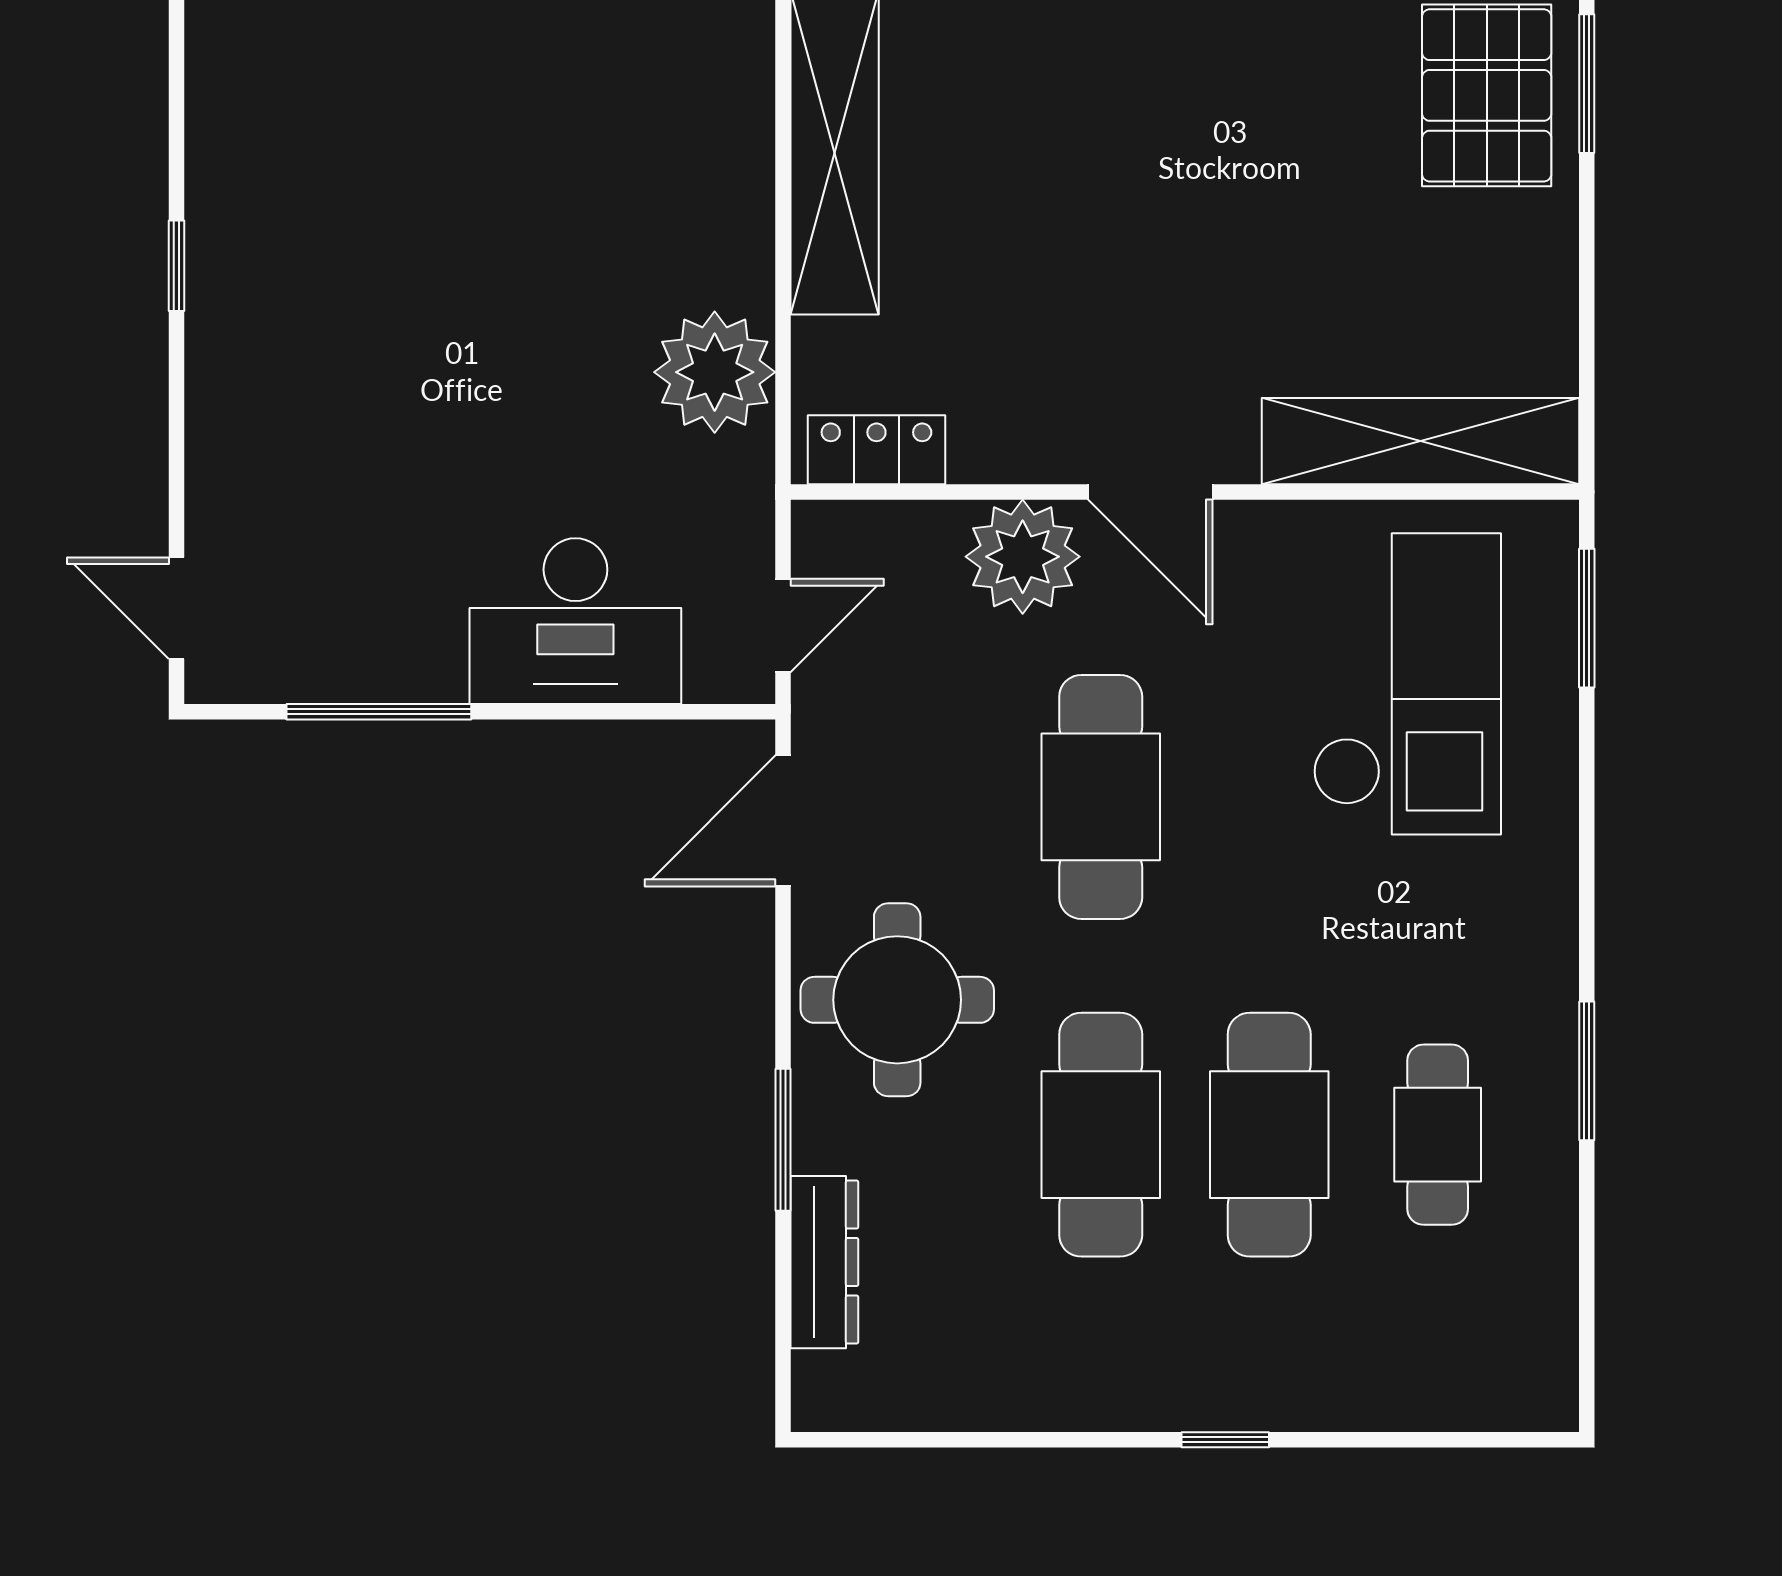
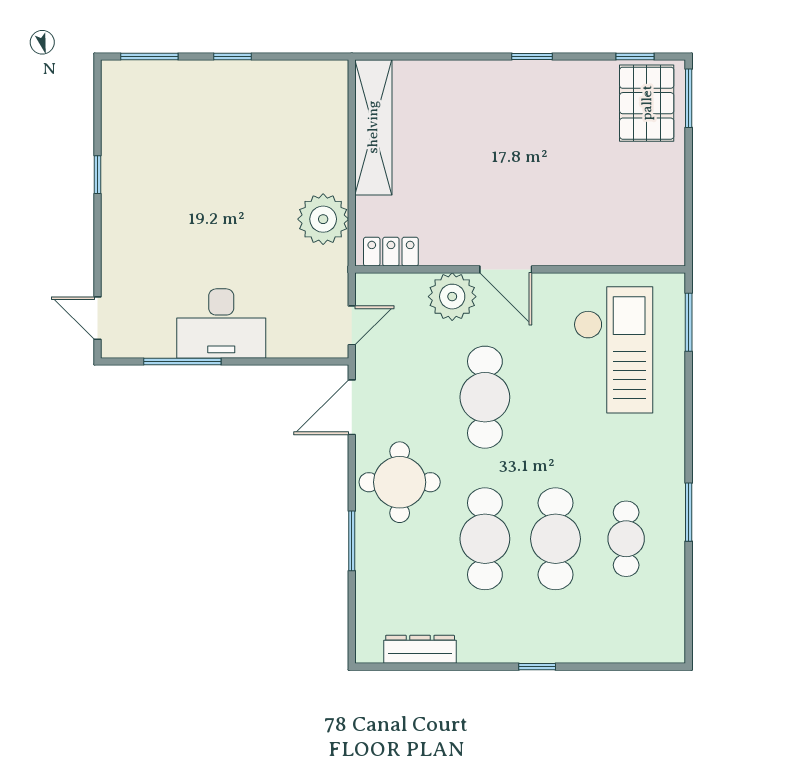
shelving: (1420, 441) -> (619, 248), removed
desk: (575, 621) -> (221, 324), moved
dresser: (824, 1262) -> (420, 649), moved, turned -90

